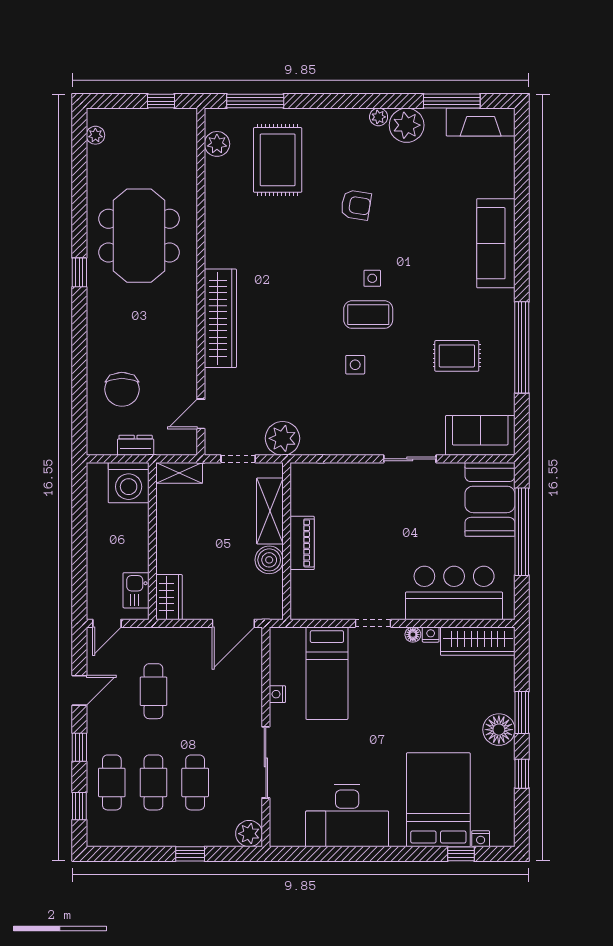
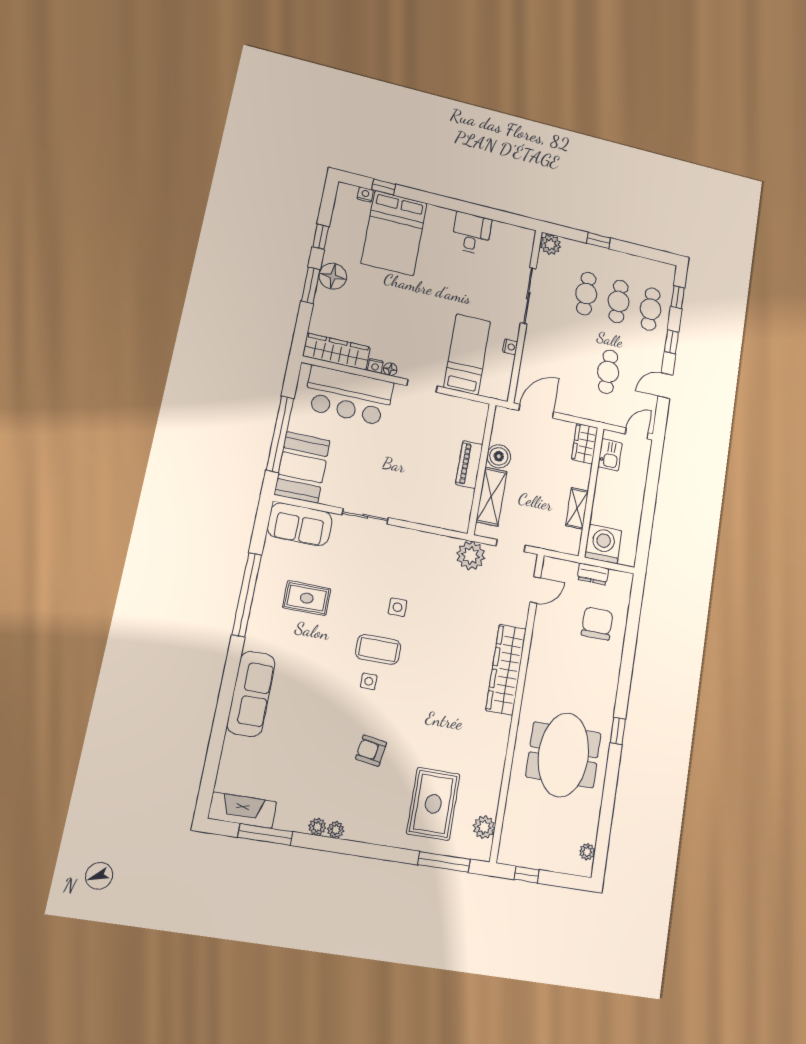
plant: (407, 125) -> (317, 827), width x0.53, depth x0.53
shelving: (179, 473) -> (577, 508), moved, turned 90
desk: (347, 816) -> (471, 233), width x0.53, depth x0.77

